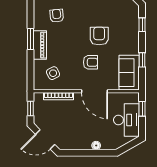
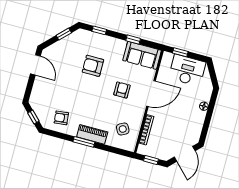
armchair: (57, 16) -> (61, 118), moved
armchair: (99, 36) -> (93, 66), moved

